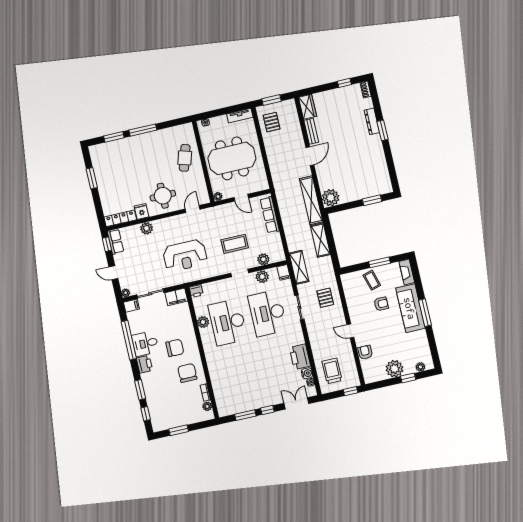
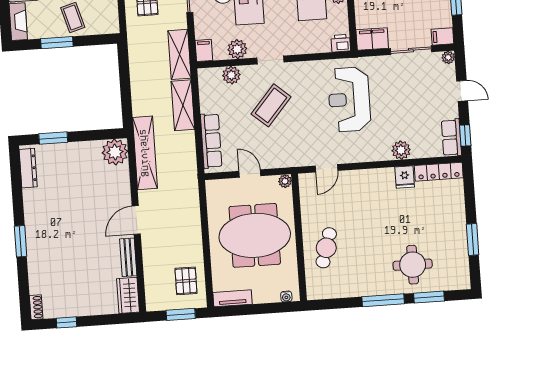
dresser: (372, 121) -> (28, 168), moved
round table: (163, 196) -> (413, 265), moved
shelving: (320, 240) -> (183, 105), moved
coffee table: (235, 244) -> (271, 105), turned -49
reception desk: (185, 256) -> (349, 99), turned -90

